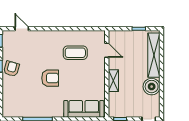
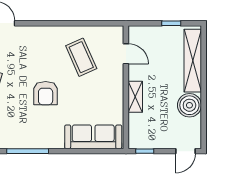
coffee table: (75, 53) -> (81, 57), turned 66
armchair: (50, 78) -> (46, 93), turned 90

